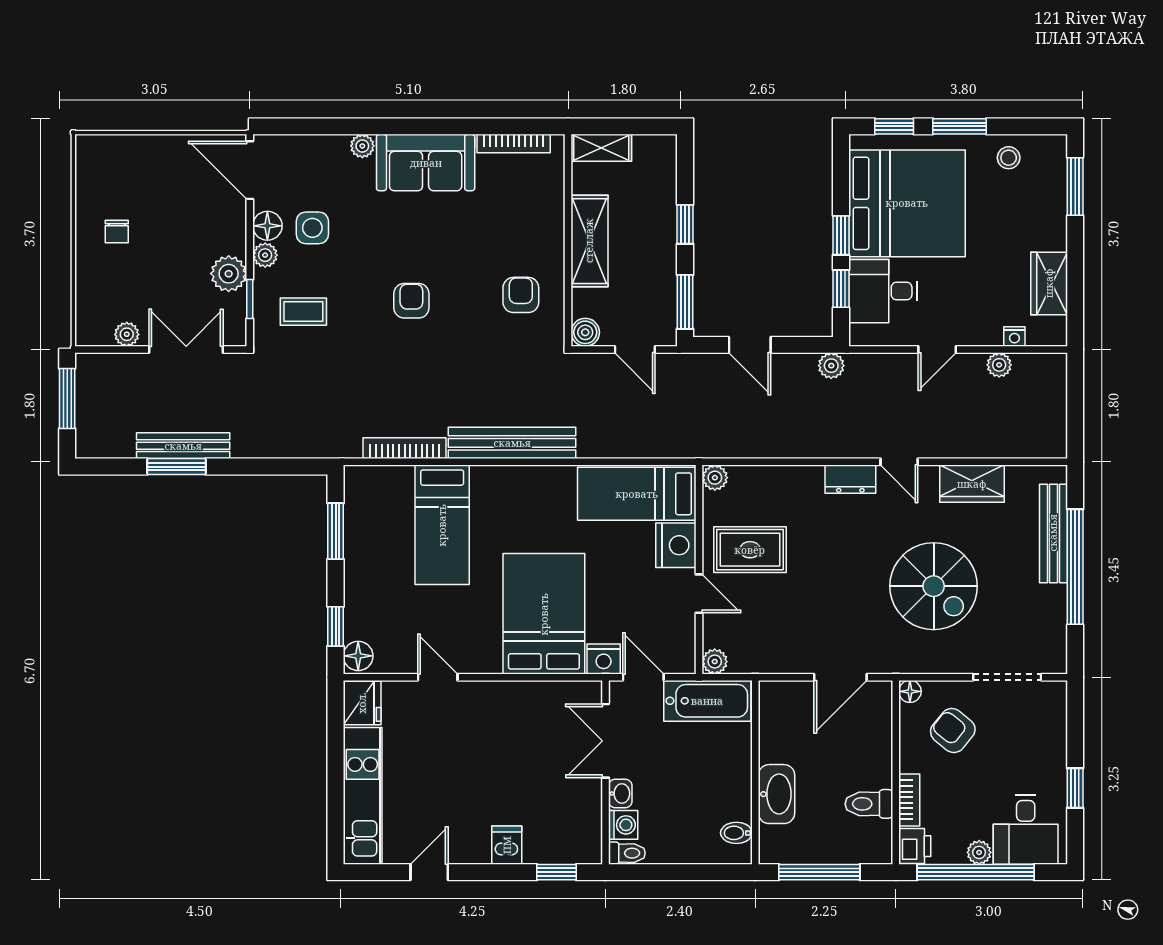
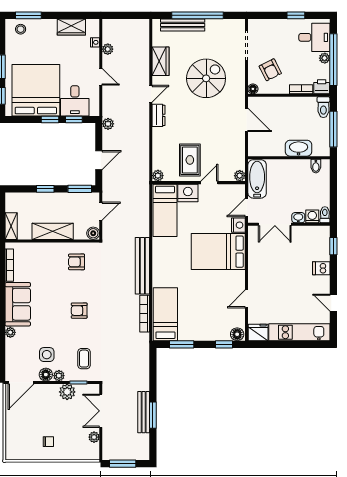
stool: (1009, 158) -> (21, 29), moved
bed: (442, 525) -> (165, 314), moved, turned -90
armchair: (953, 730) -> (270, 70), turned -66
toilet: (869, 804) -> (323, 107), moved

